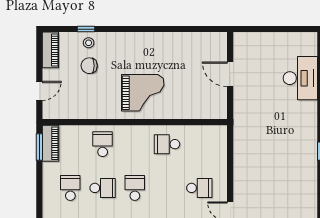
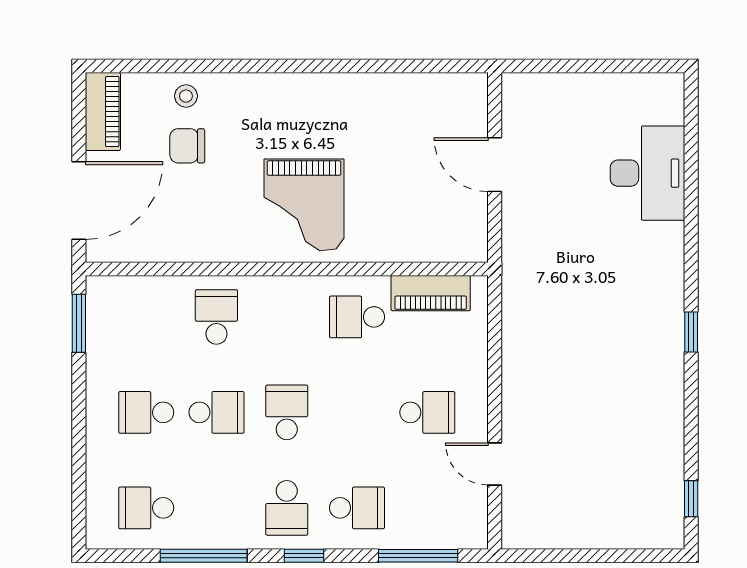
window: (86, 29) -> (180, 66), removed
door: (39, 91) -> (79, 201), width x1.87
grand piano: (143, 93) -> (304, 205), turned 90
piano: (51, 143) -> (431, 293), moved, turned 90
school desk: (70, 188) -> (146, 412), turned -90

